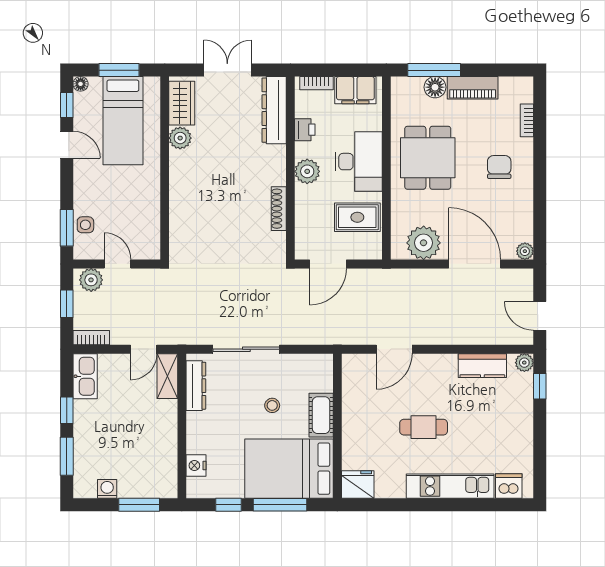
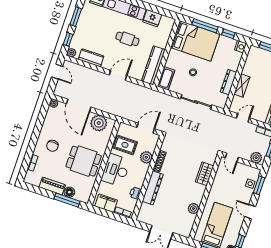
wardrobe: (182, 103) -> (204, 174), moved
dresser: (274, 110) -> (153, 188), moved
door: (67, 145) -> (250, 212), moved
dining table: (428, 158) -> (84, 161), turned 90
plant: (307, 171) -> (146, 157), moved
door: (118, 264) -> (232, 157), moved
door: (394, 349) -> (118, 75), moved
shelving: (167, 376) -> (242, 85), moved
dresser: (196, 386) -> (229, 82), moved
kitchen counter: (355, 393) -> (153, 65), added
cot: (321, 415) -> (166, 78), moved
window: (540, 436) -> (76, 17), added
nightstand: (196, 465) -> (241, 47), moved
fridge: (358, 485) -> (152, 18), moved

